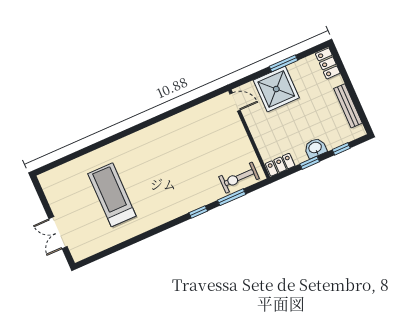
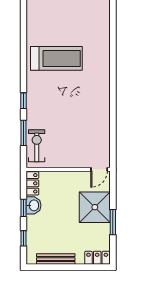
washbasin: (315, 148) -> (34, 205), moved
treadmill: (112, 195) -> (56, 58), moved

